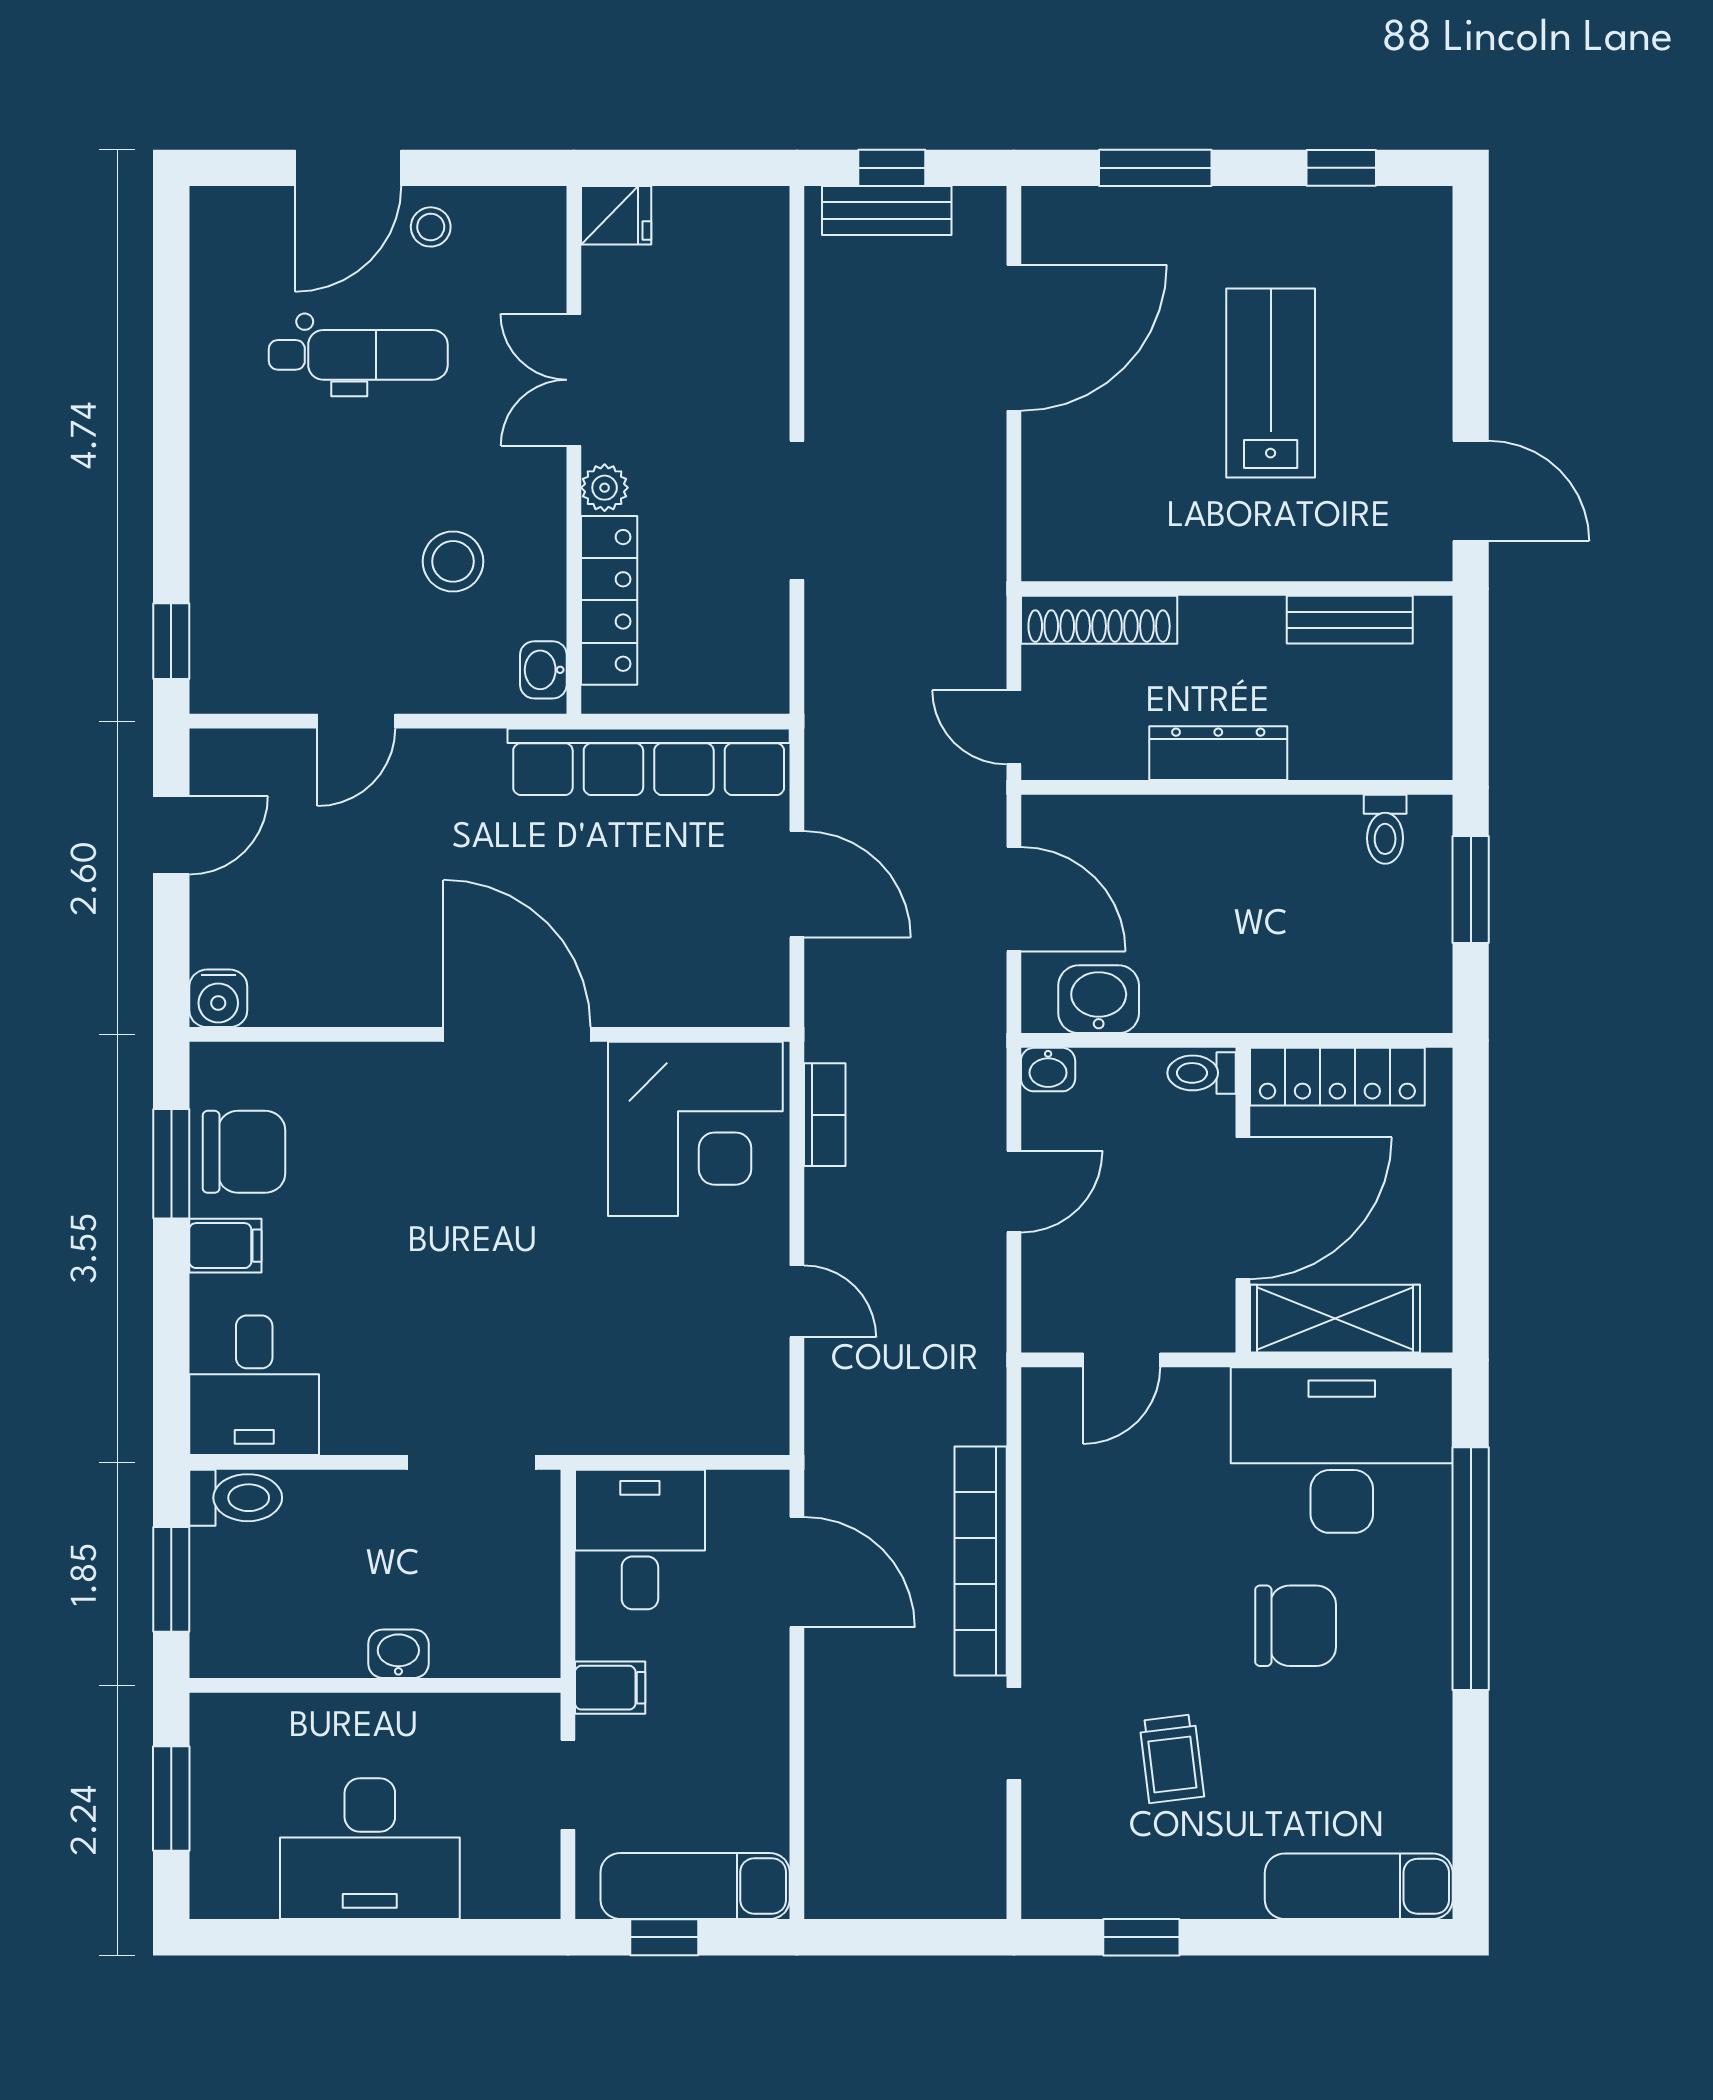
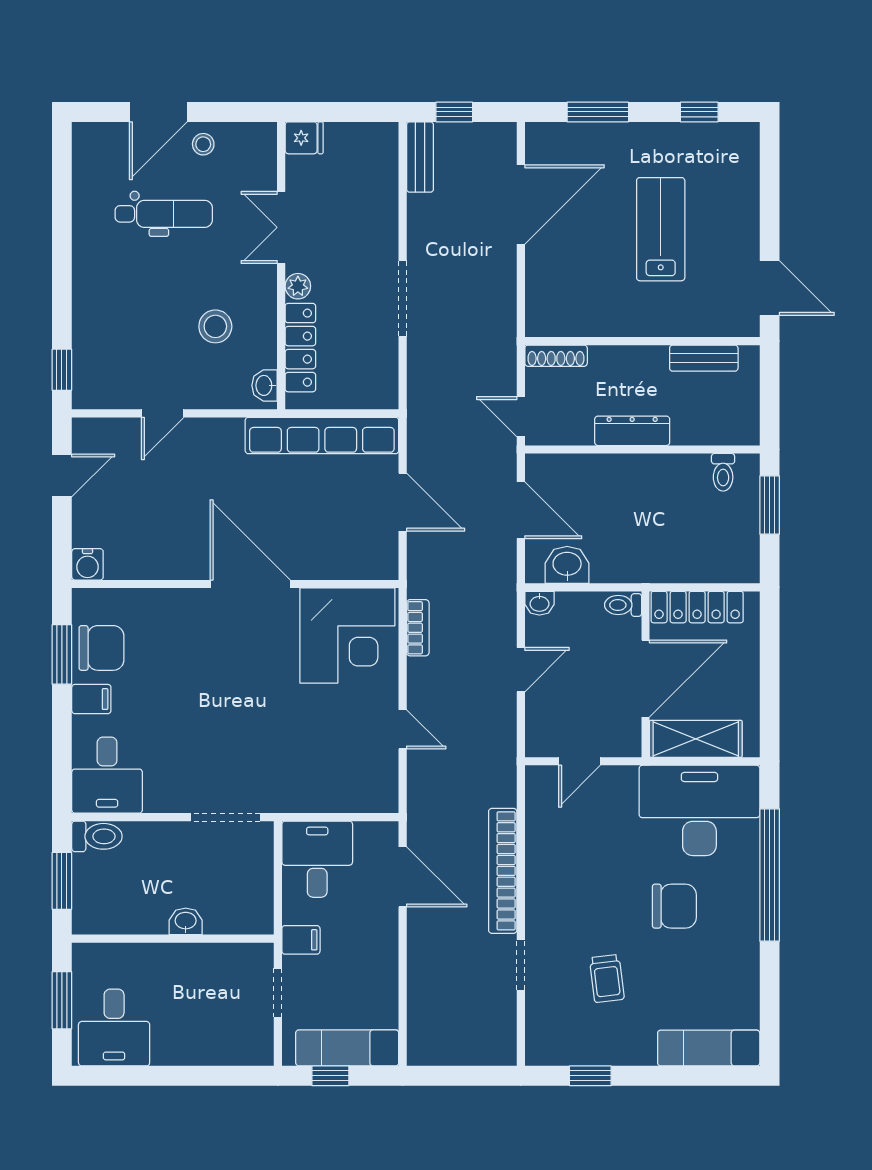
bench: (887, 211) -> (420, 157), moved, turned 90
shoe rack: (1099, 620) -> (556, 356), width x0.74, depth x0.81
desk: (370, 1849) -> (114, 1028), moved, width x0.73

